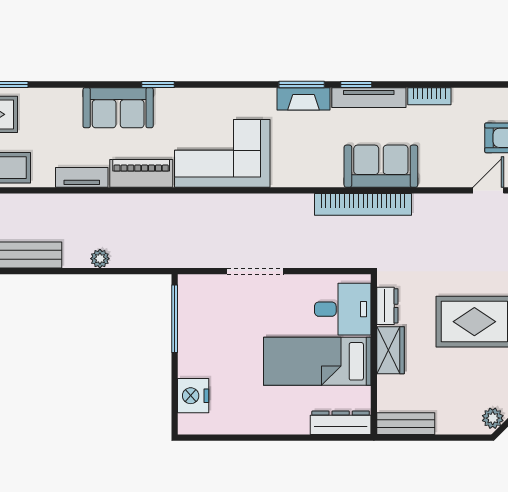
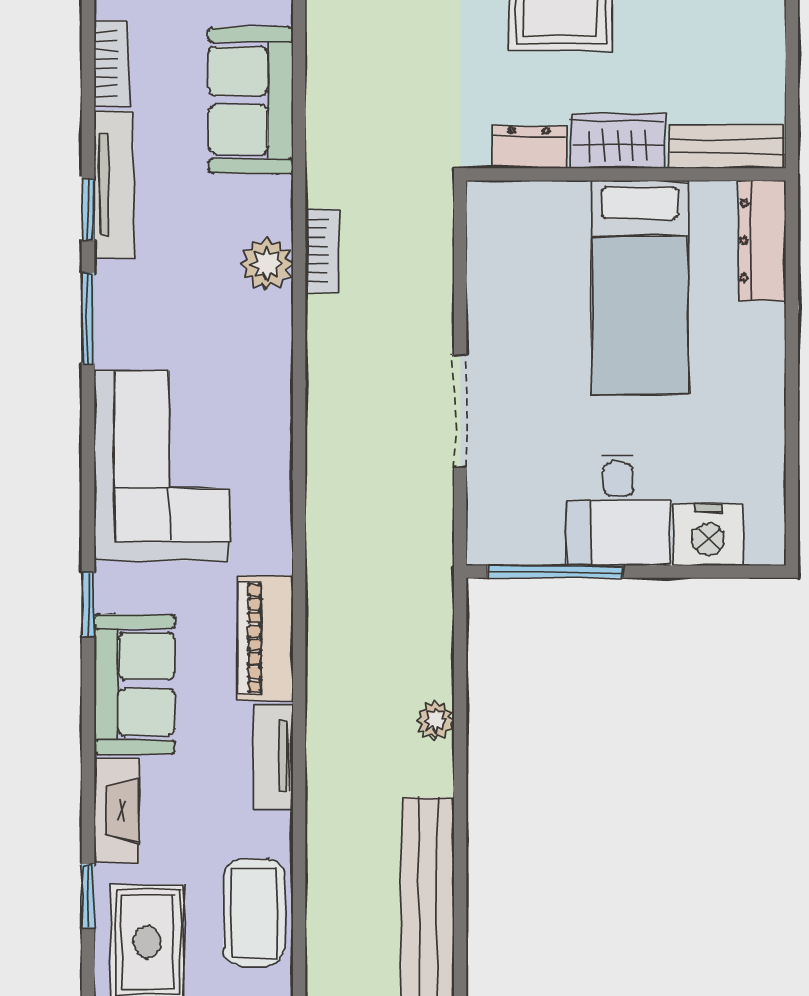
fireplace: (304, 99) -> (116, 810), moved
corner sofa: (222, 153) -> (162, 466), moved, turned 180
sofa: (381, 166) -> (251, 100), moved
plant: (329, 174) -> (267, 264), added
bookcase: (363, 204) -> (322, 251), width x0.43, depth x0.76
desk: (343, 309) -> (618, 510), moved, turned 180
bench: (406, 424) -> (726, 146), moved, turned 90

